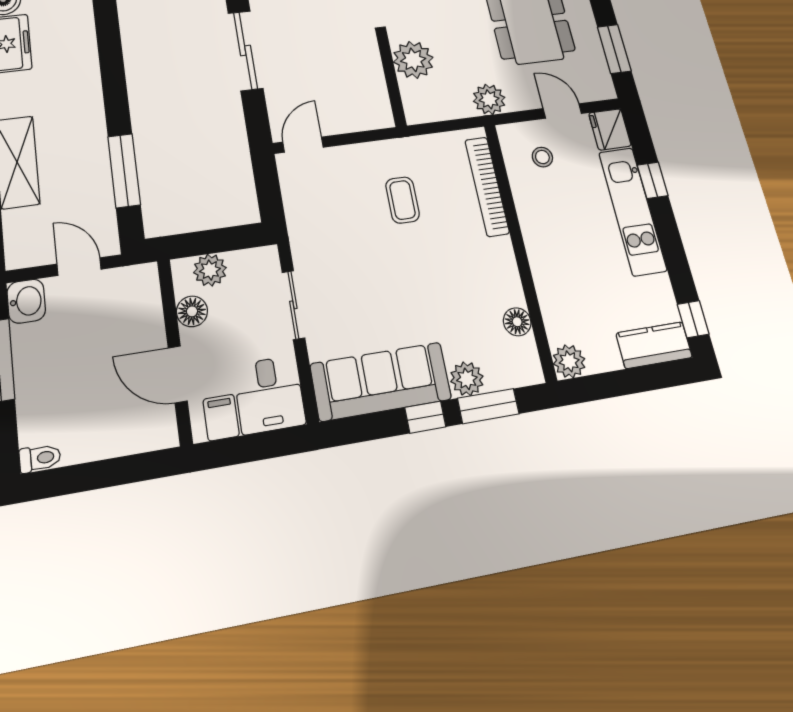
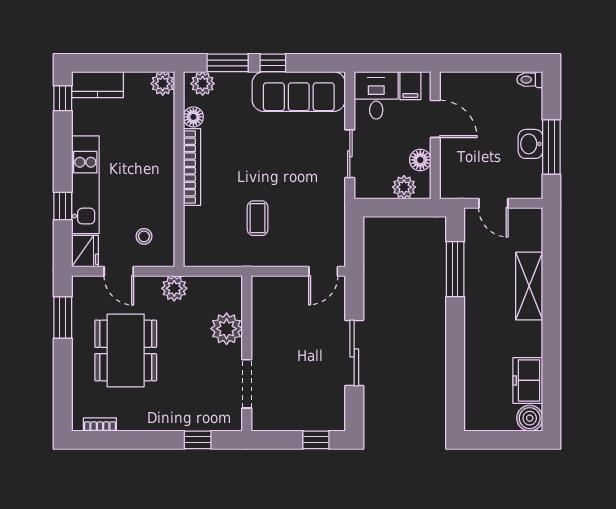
bookcase: (487, 186) -> (192, 167), moved
washbasin: (26, 301) -> (530, 144), moved
plant: (467, 379) -> (203, 84), moved

